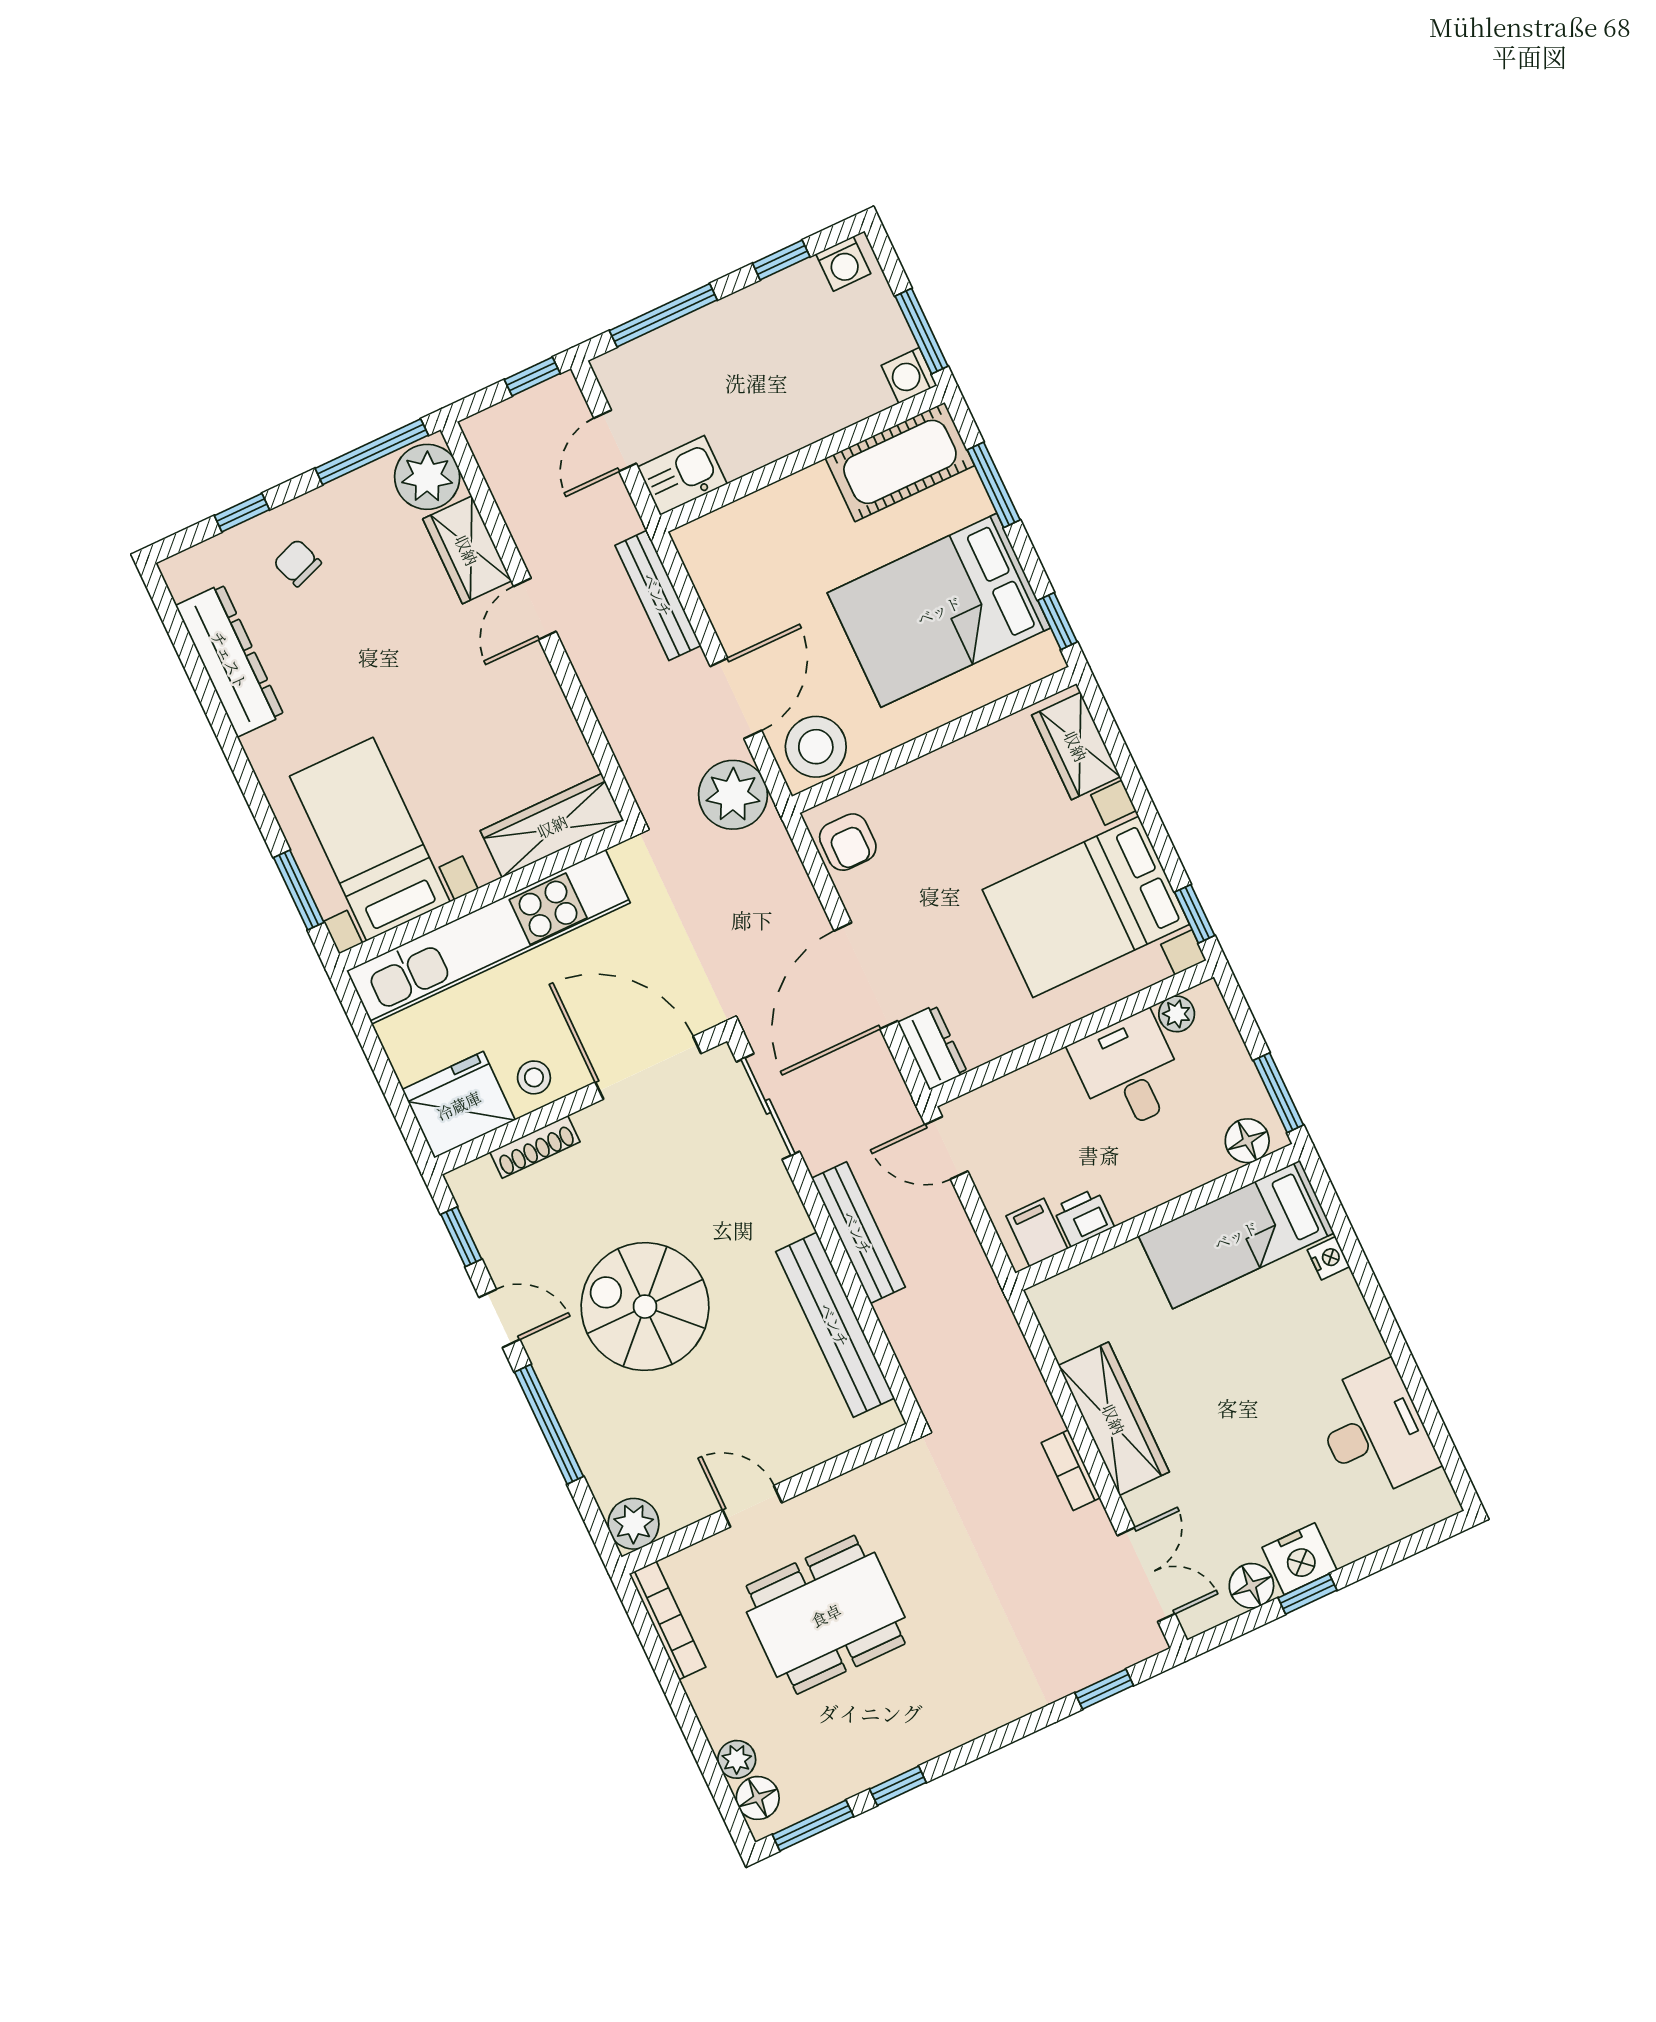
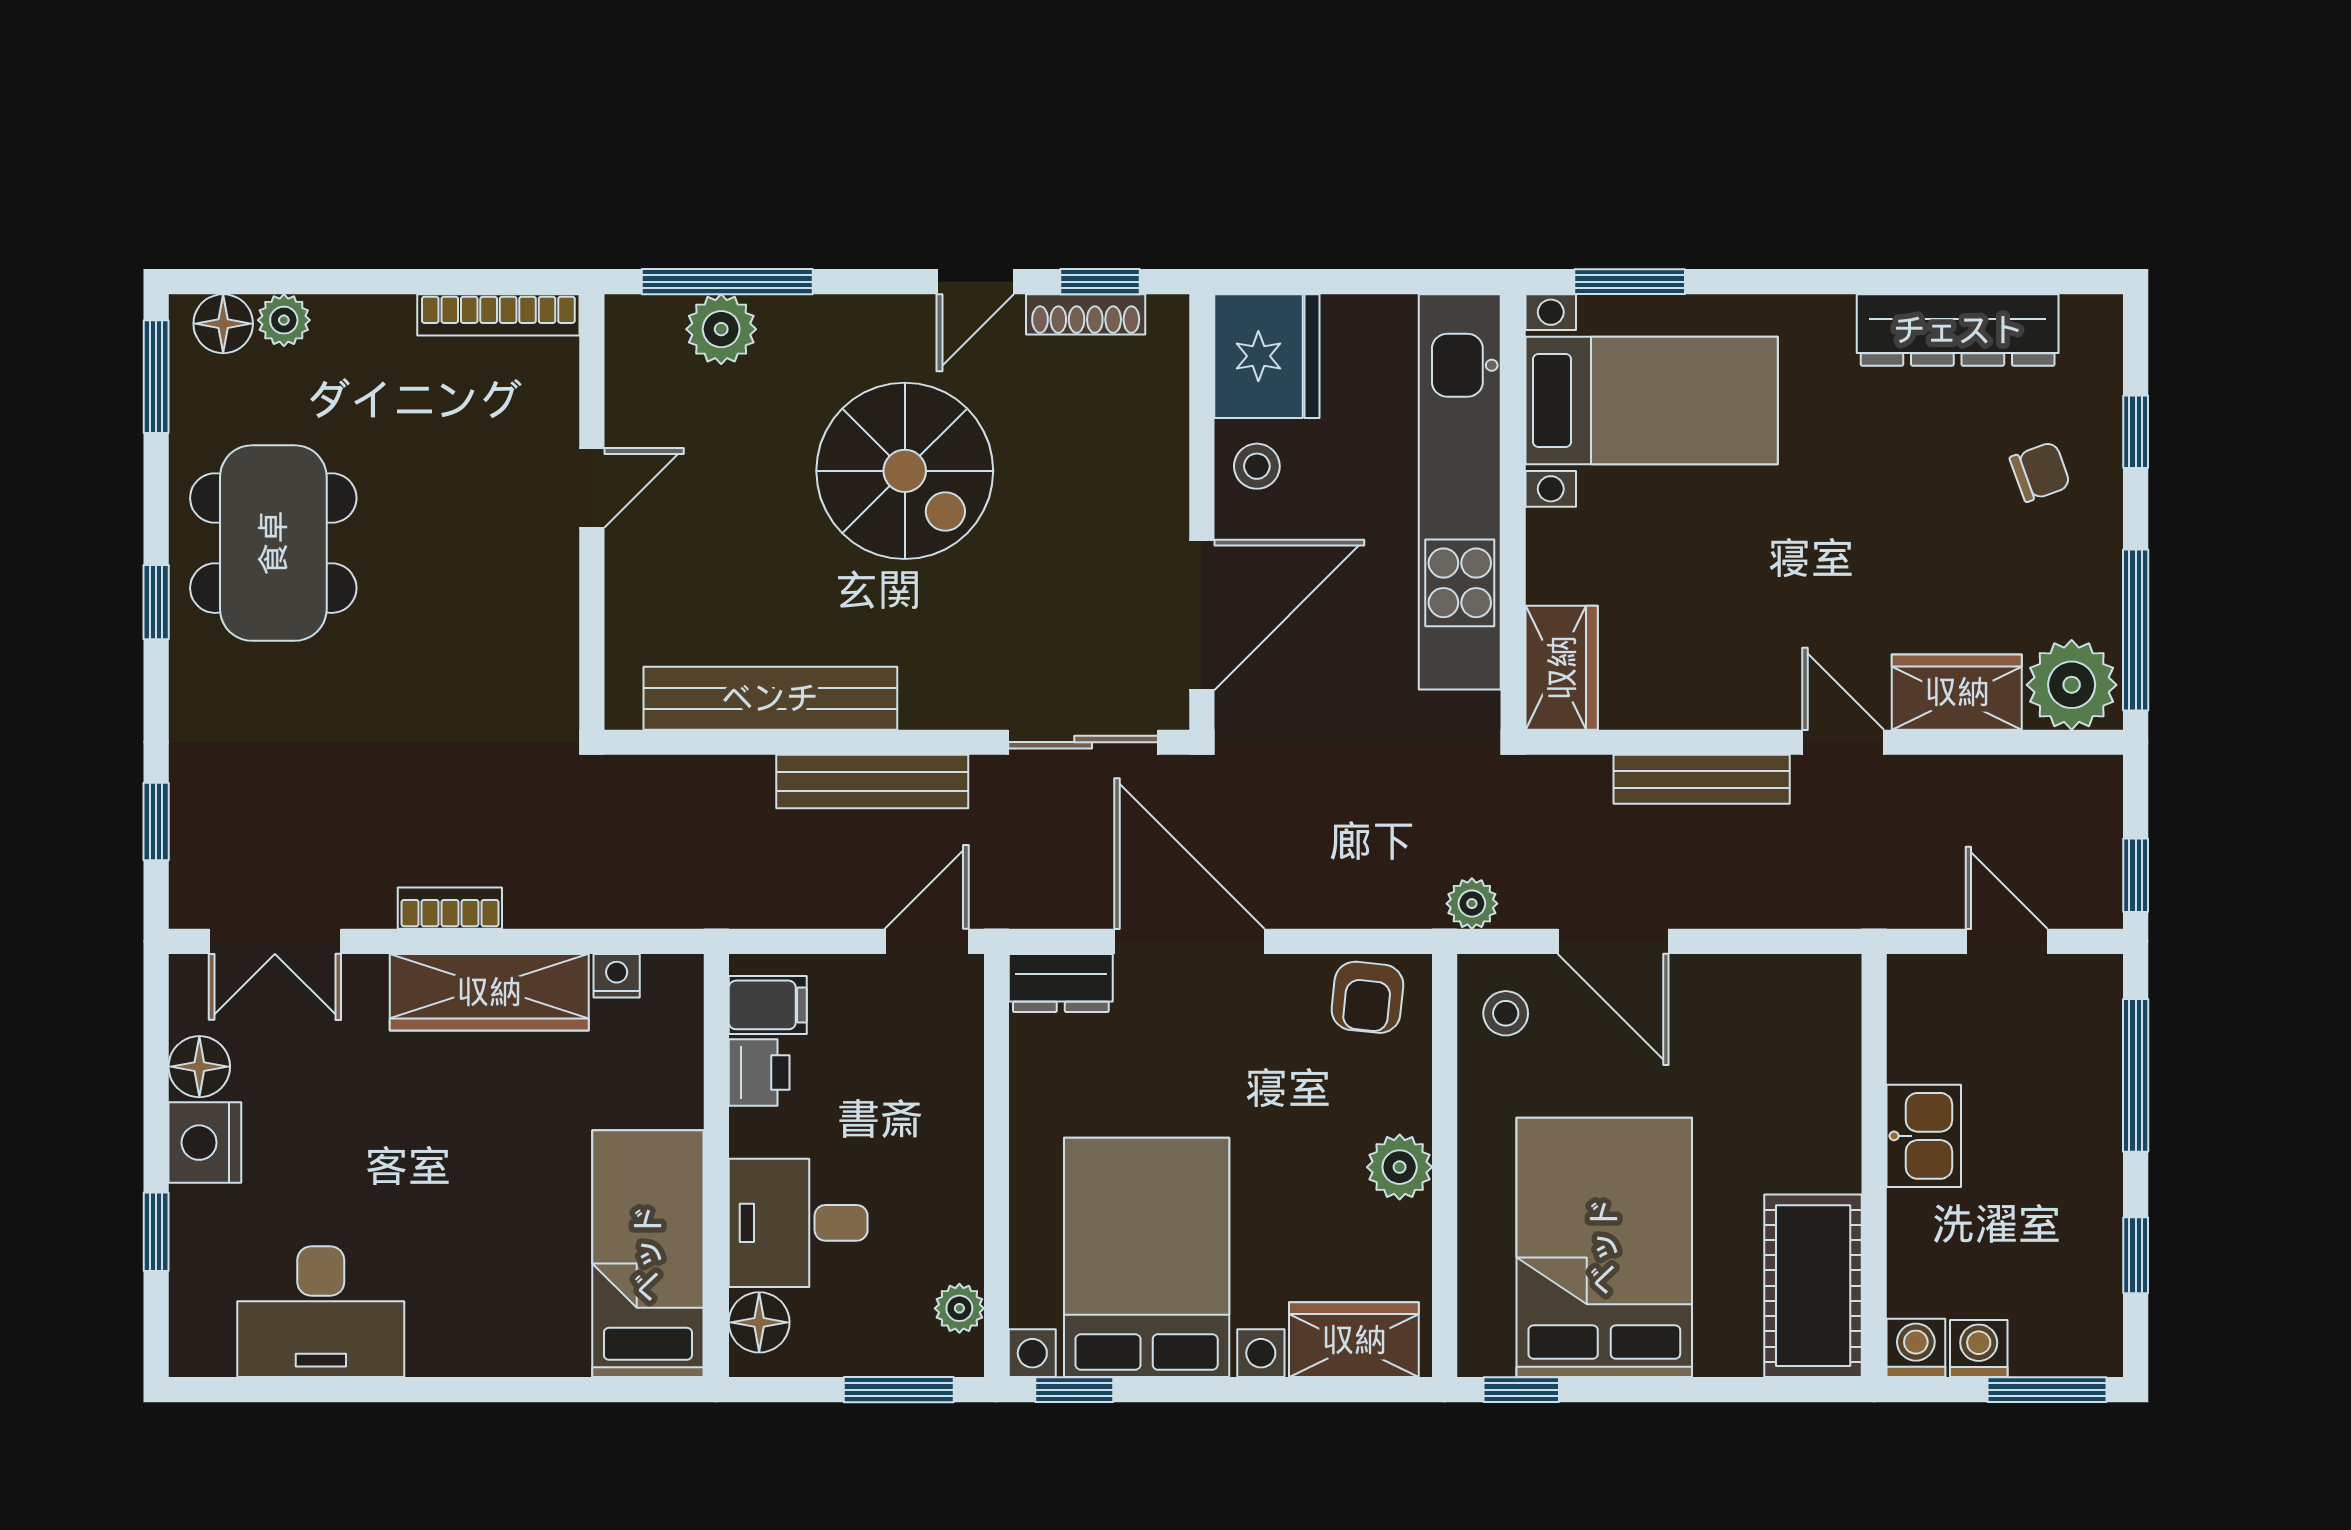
washing machine: (843, 264) -> (1979, 1348), moved, turned 90
window: (922, 331) -> (2047, 1390), moved
kitchen sink: (682, 475) -> (1924, 1136), moved
window: (994, 485) -> (1729, 1390), removed
bench: (658, 595) -> (1702, 779), moved
stool: (816, 747) -> (1506, 1013), width x0.53, depth x0.53
plant: (949, 769) -> (1400, 1167), added
plant: (733, 795) -> (1472, 904), width x0.53, depth x0.53
wardrobe: (552, 826) -> (1562, 668), width x0.67
armchair: (848, 842) -> (1367, 997), turned -84
desk: (1129, 1072) -> (798, 1223), moved, turned 180
window: (1278, 1093) -> (899, 1390), moved
shoe rack: (535, 1147) -> (1086, 314), moved, turned -90
nightstand: (1329, 1258) -> (617, 976), moved, turned 180
spiral stairs: (645, 1307) -> (905, 471), turned 90
window: (549, 1424) -> (727, 282), moved
plant: (634, 1524) -> (721, 329), moved
window: (1307, 1594) -> (156, 1232), moved
dining table: (826, 1615) -> (273, 543), moved
window: (898, 1786) -> (156, 602), moved

